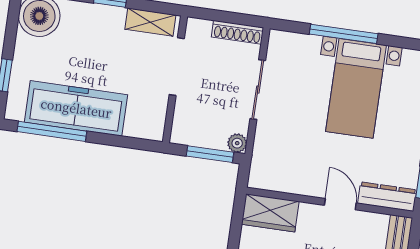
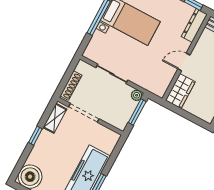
shoe rack: (237, 32) -> (71, 85), moved
door: (340, 204) -> (184, 62), moved

